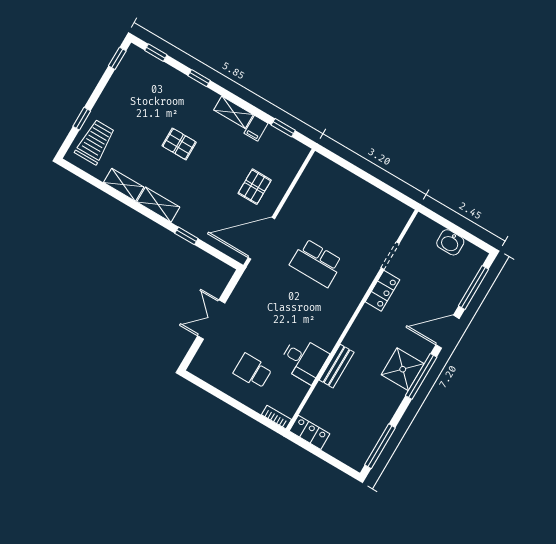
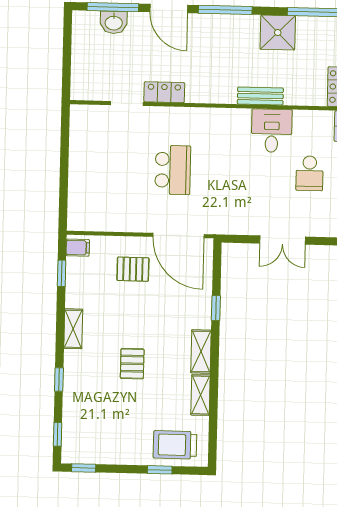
filing cabinet: (256, 128) -> (78, 248), moved
washbasin: (450, 242) -> (114, 22), moved, turned 90
shower: (403, 369) -> (278, 33), moved

